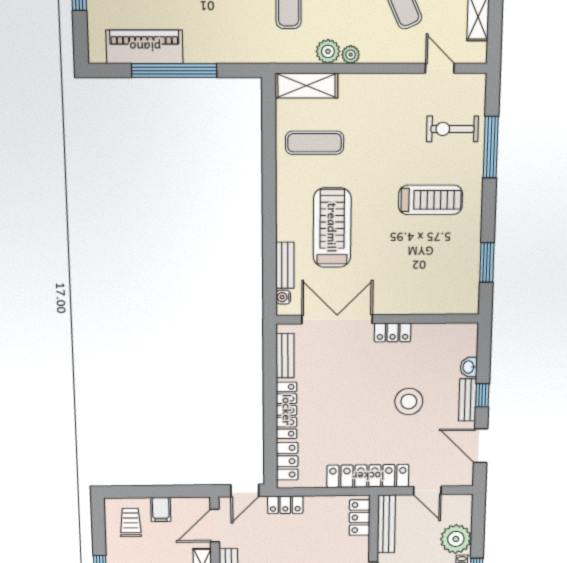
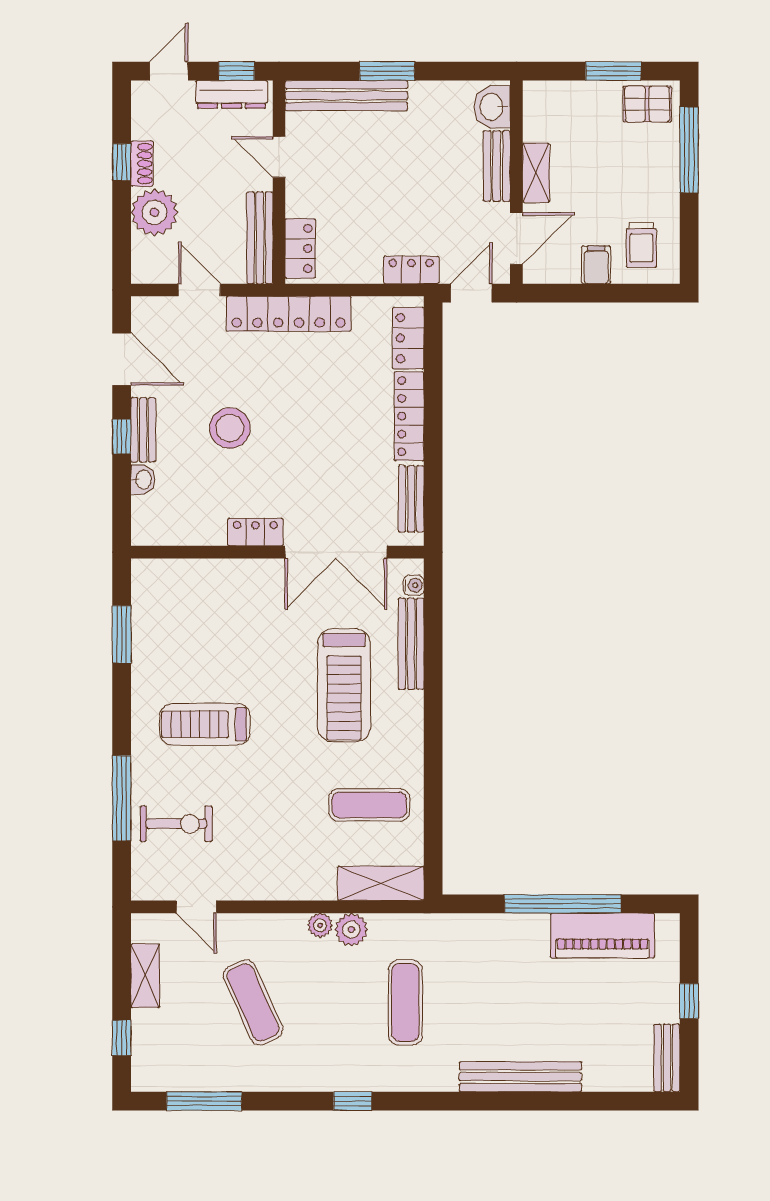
bench: (285, 265) -> (411, 644), width x1.36

